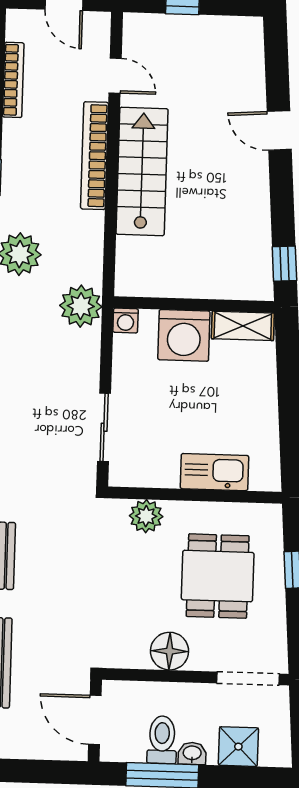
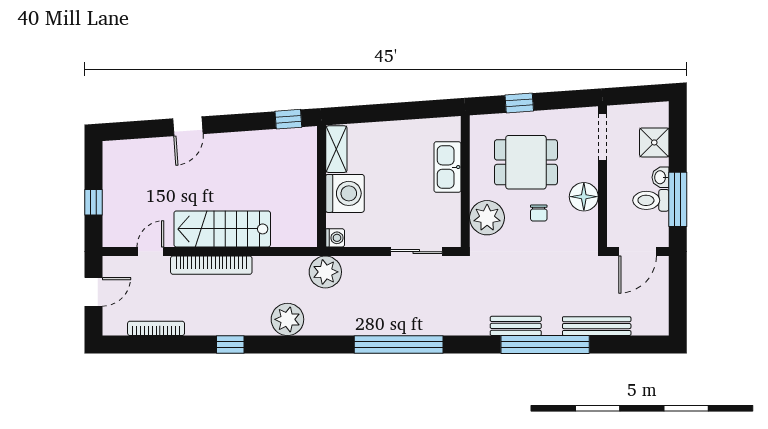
plant: (146, 516) -> (487, 218), width x1.36, depth x1.36
chair: (150, 591) -> (539, 213), added

